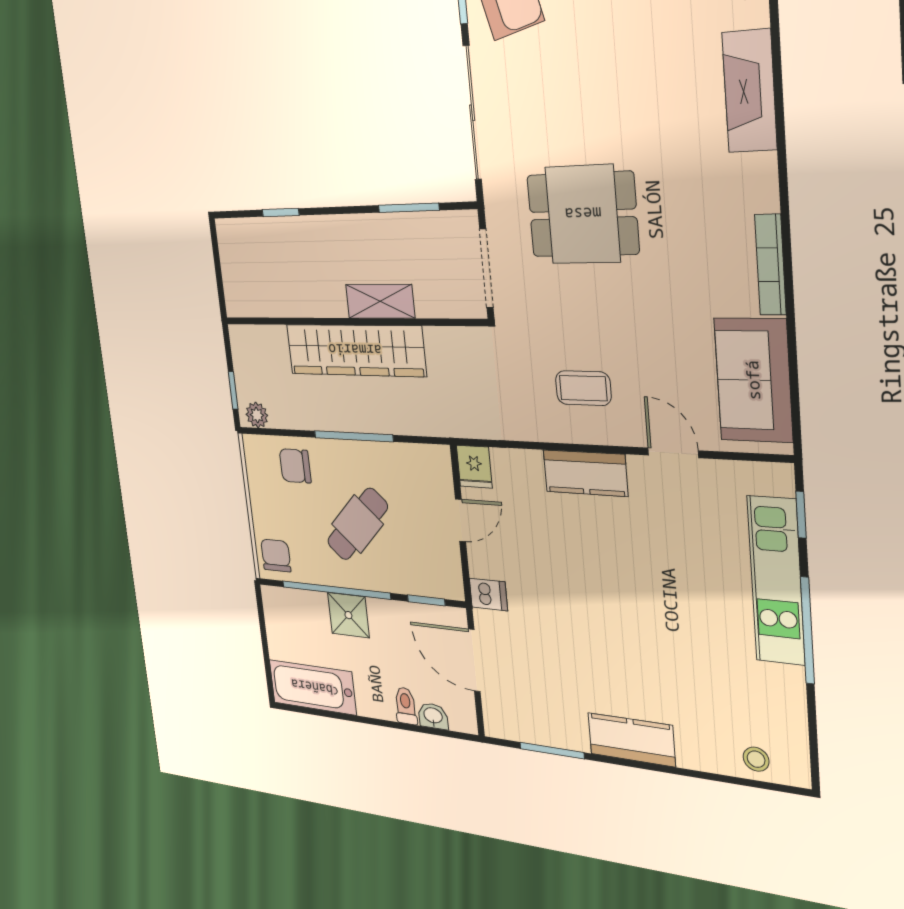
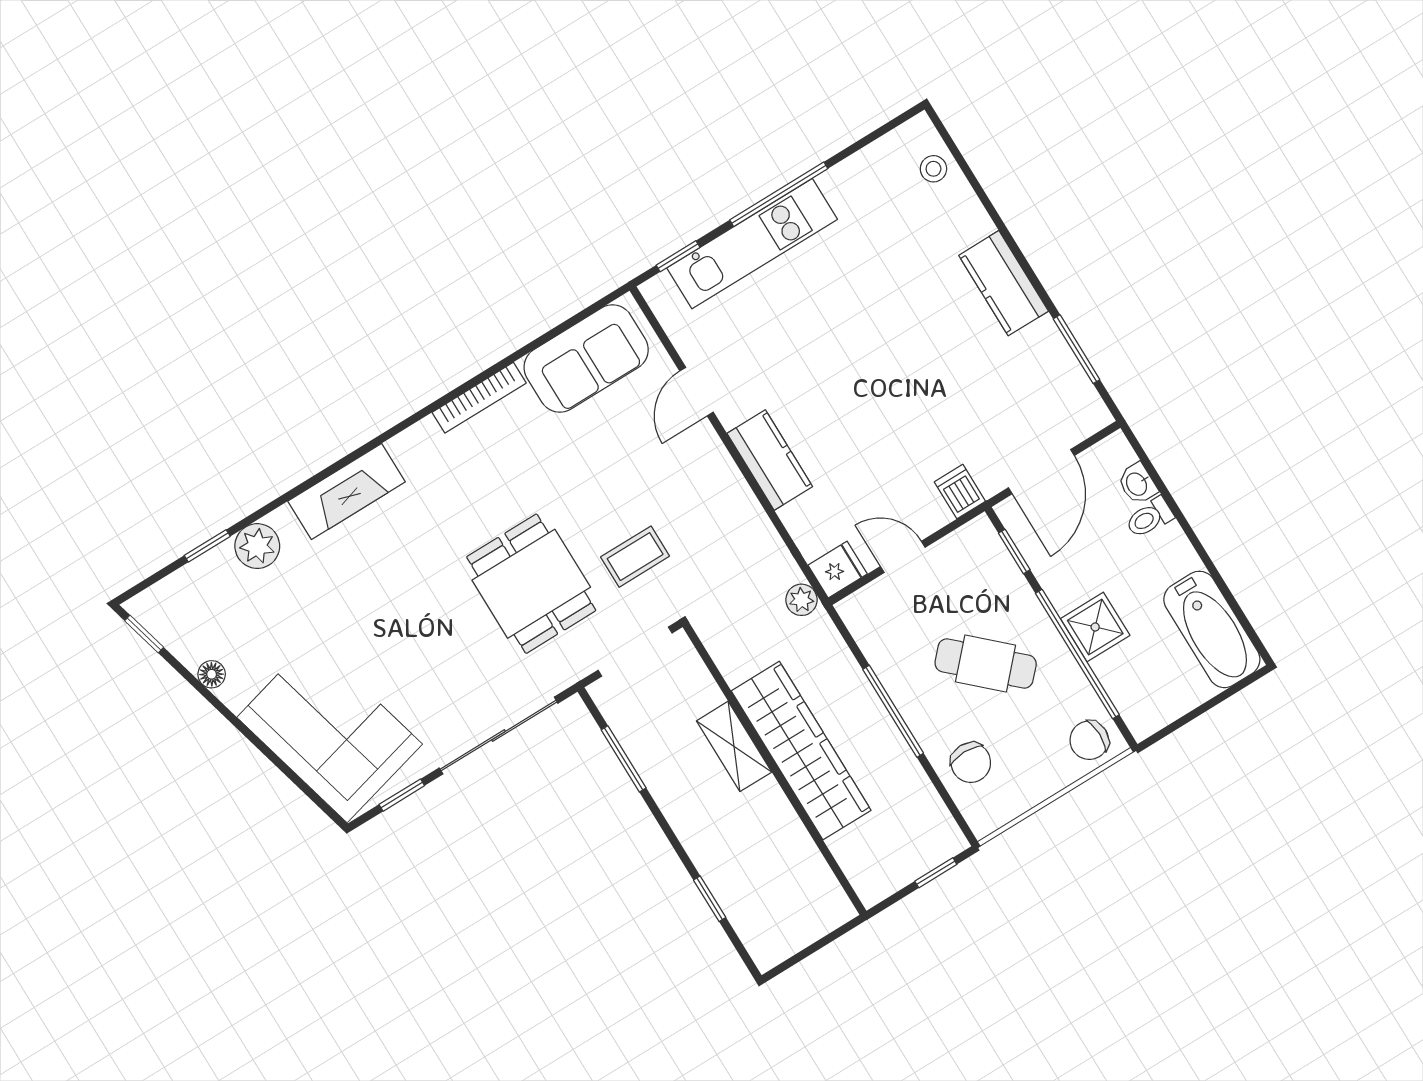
coffee table: (583, 388) -> (635, 557), moved, turned 90
plant: (257, 415) -> (802, 600), moved

